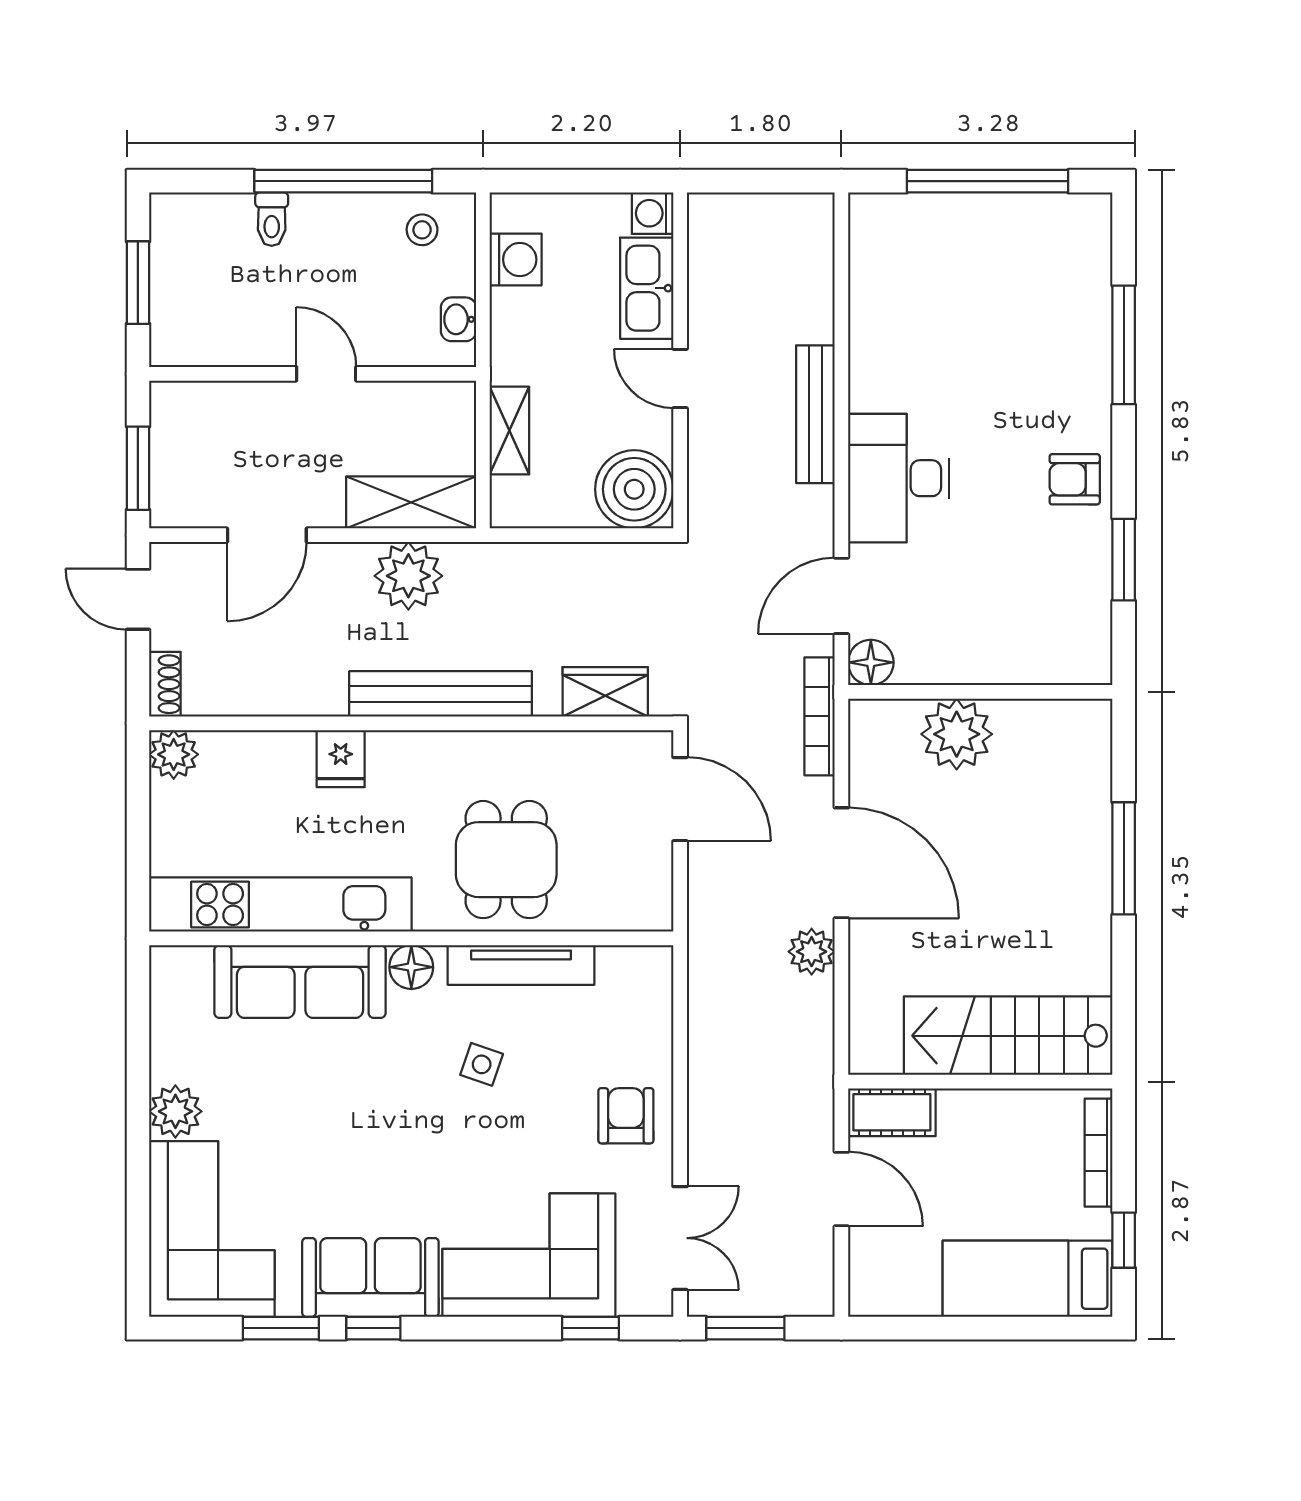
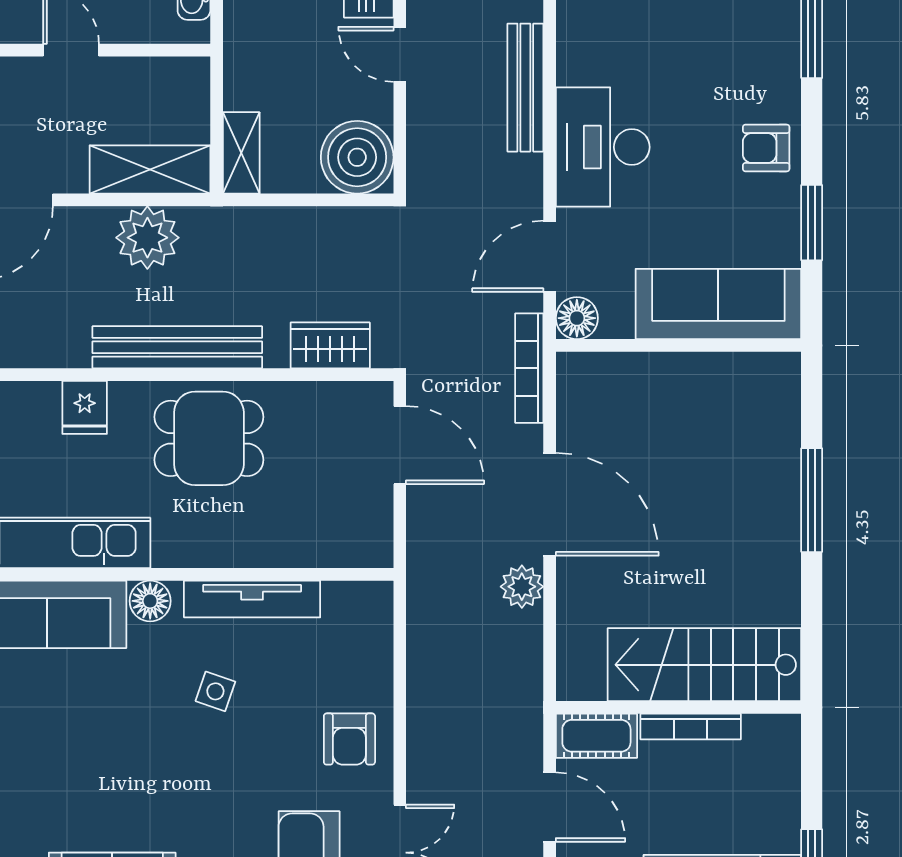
shelving: (509, 431) -> (241, 153), moved
sofa: (1023, 647) -> (718, 304), added
plant: (957, 734) -> (657, 385), removed
dining table: (506, 860) -> (209, 438), moved, turned 90
armchair: (626, 1116) -> (349, 739), turned 180
bookcase: (1099, 1153) -> (691, 727), moved, turned -90

